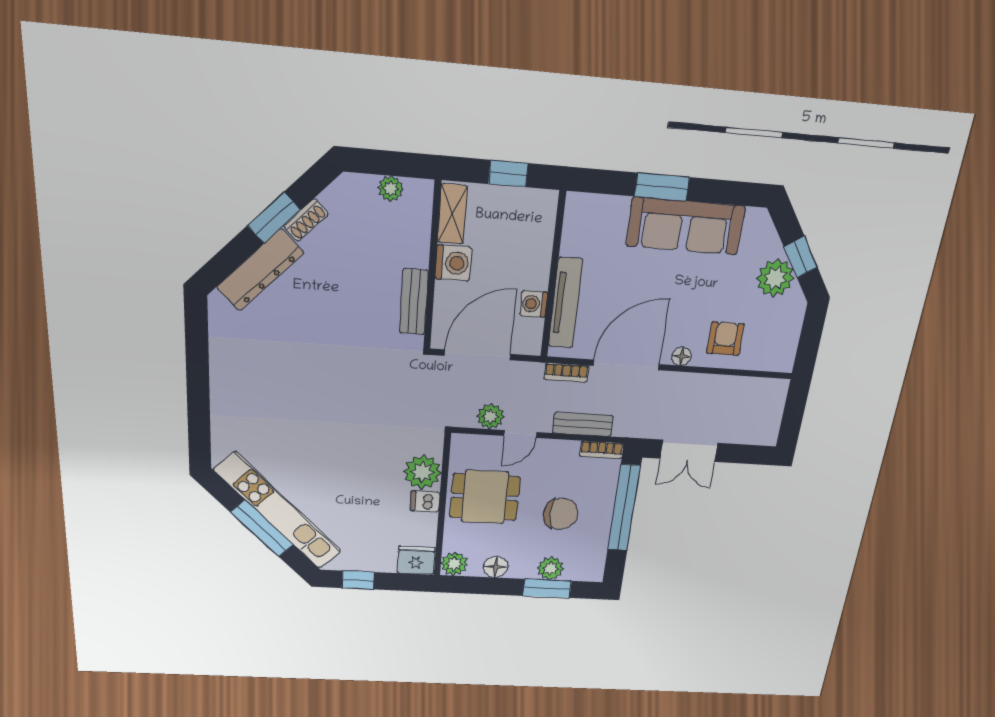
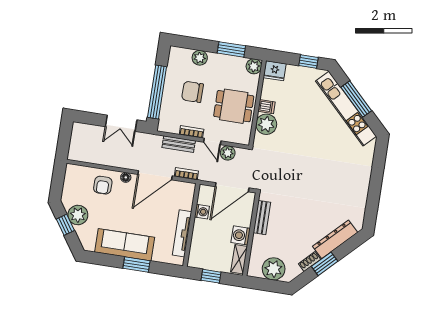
plant: (391, 189) -> (274, 269), width x1.88, depth x1.88
tv unit: (566, 303) -> (182, 233), moved
door: (520, 434) -> (212, 141), swing flipped
bookcase: (602, 450) -> (192, 132), moved
double door: (689, 451) -> (121, 123), swing flipped
floor lamp: (496, 567) -> (231, 62), removed
window: (547, 588) -> (231, 49), moved

